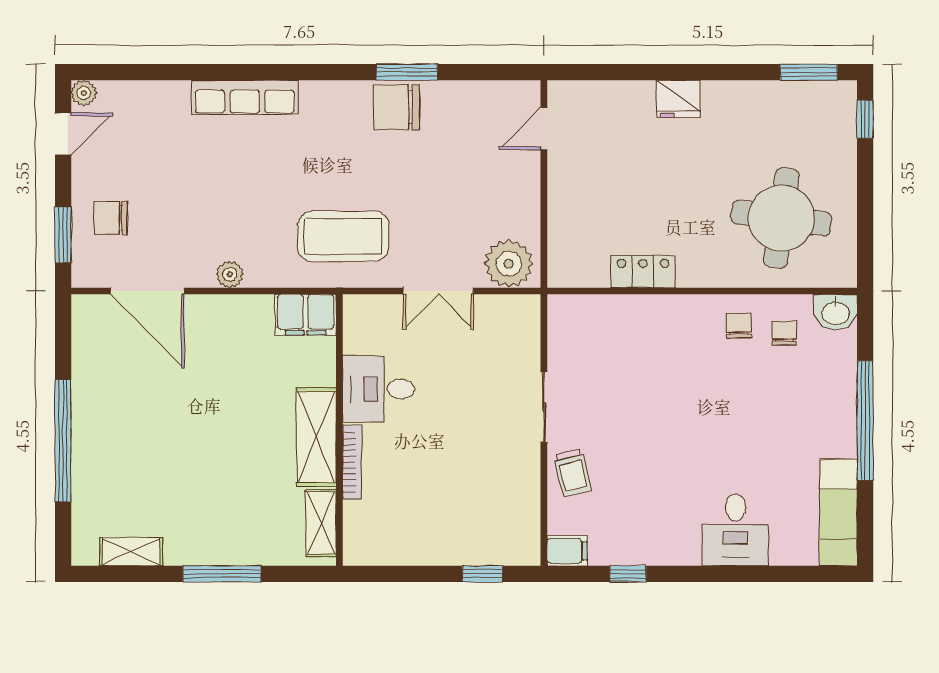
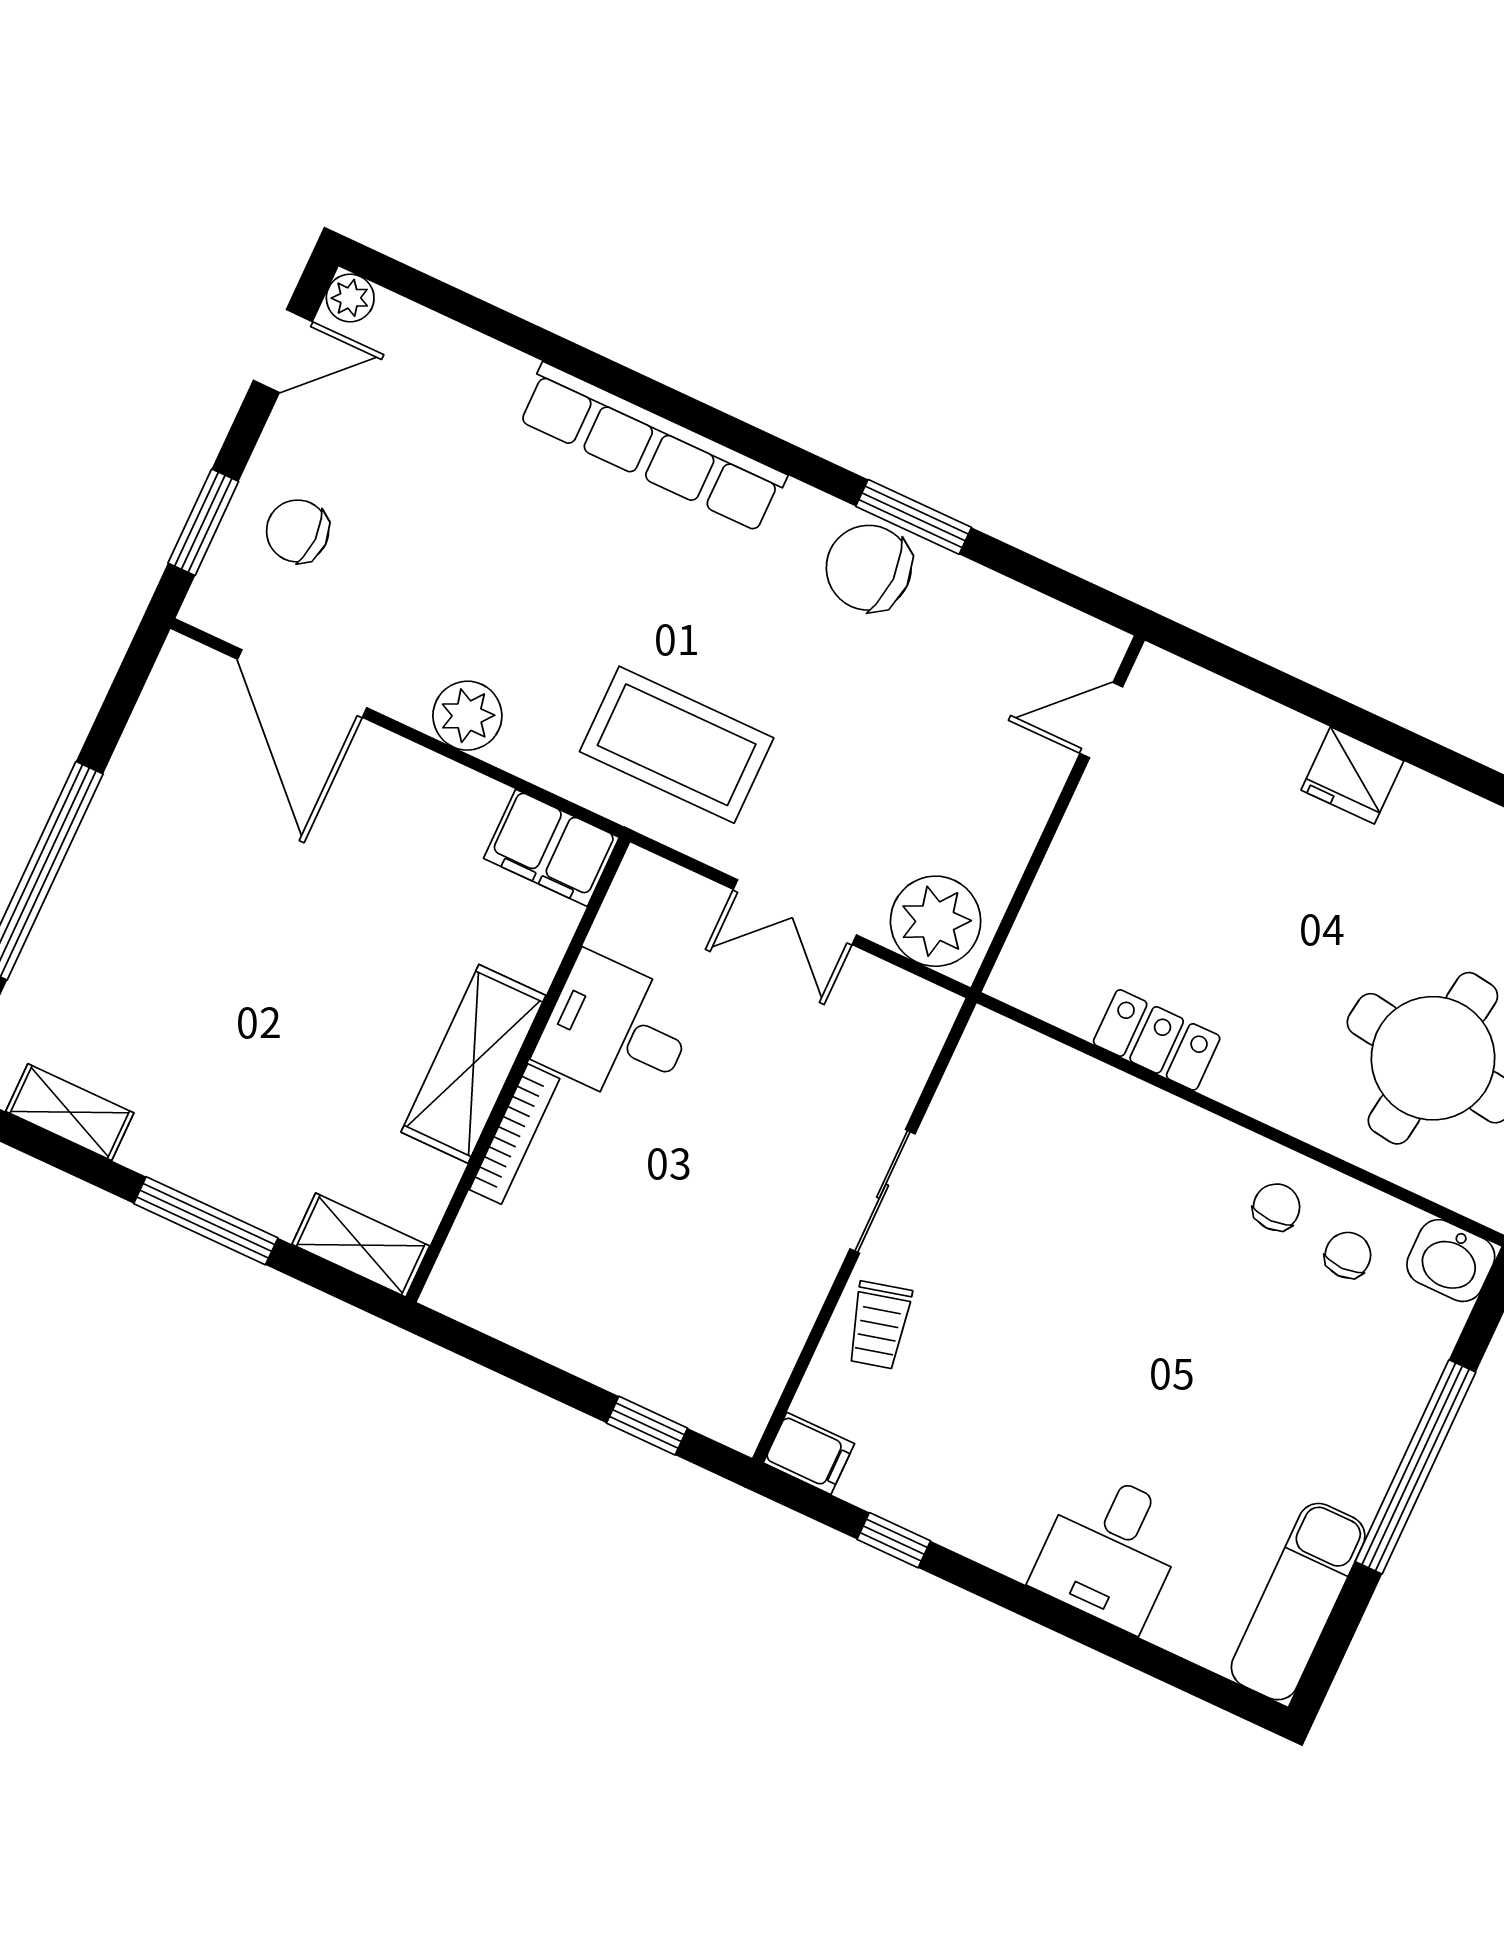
row of seats: (245, 97) -> (652, 447), width x1.36
plant: (230, 274) -> (467, 716), width x1.38, depth x1.38
shelving: (321, 523) -> (361, 1245), moved, turned 90

